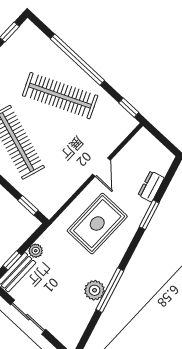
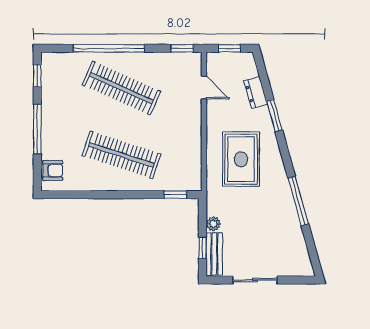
clothes rail: (60, 96) -> (121, 88), turned 48
window: (162, 138) -> (229, 48), added
door: (101, 167) -> (204, 87), moved
plant: (95, 290) -> (287, 212), removed

